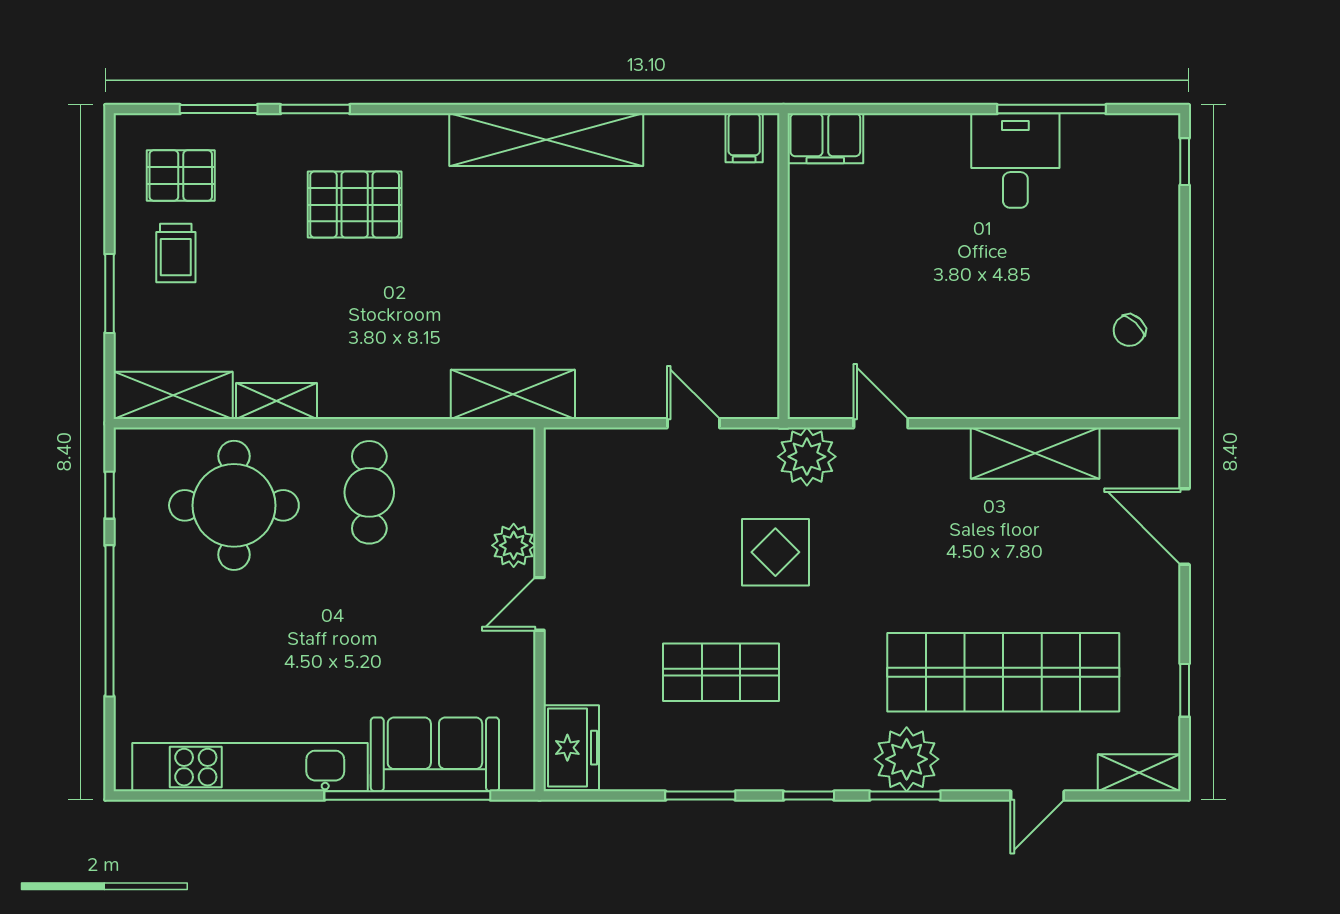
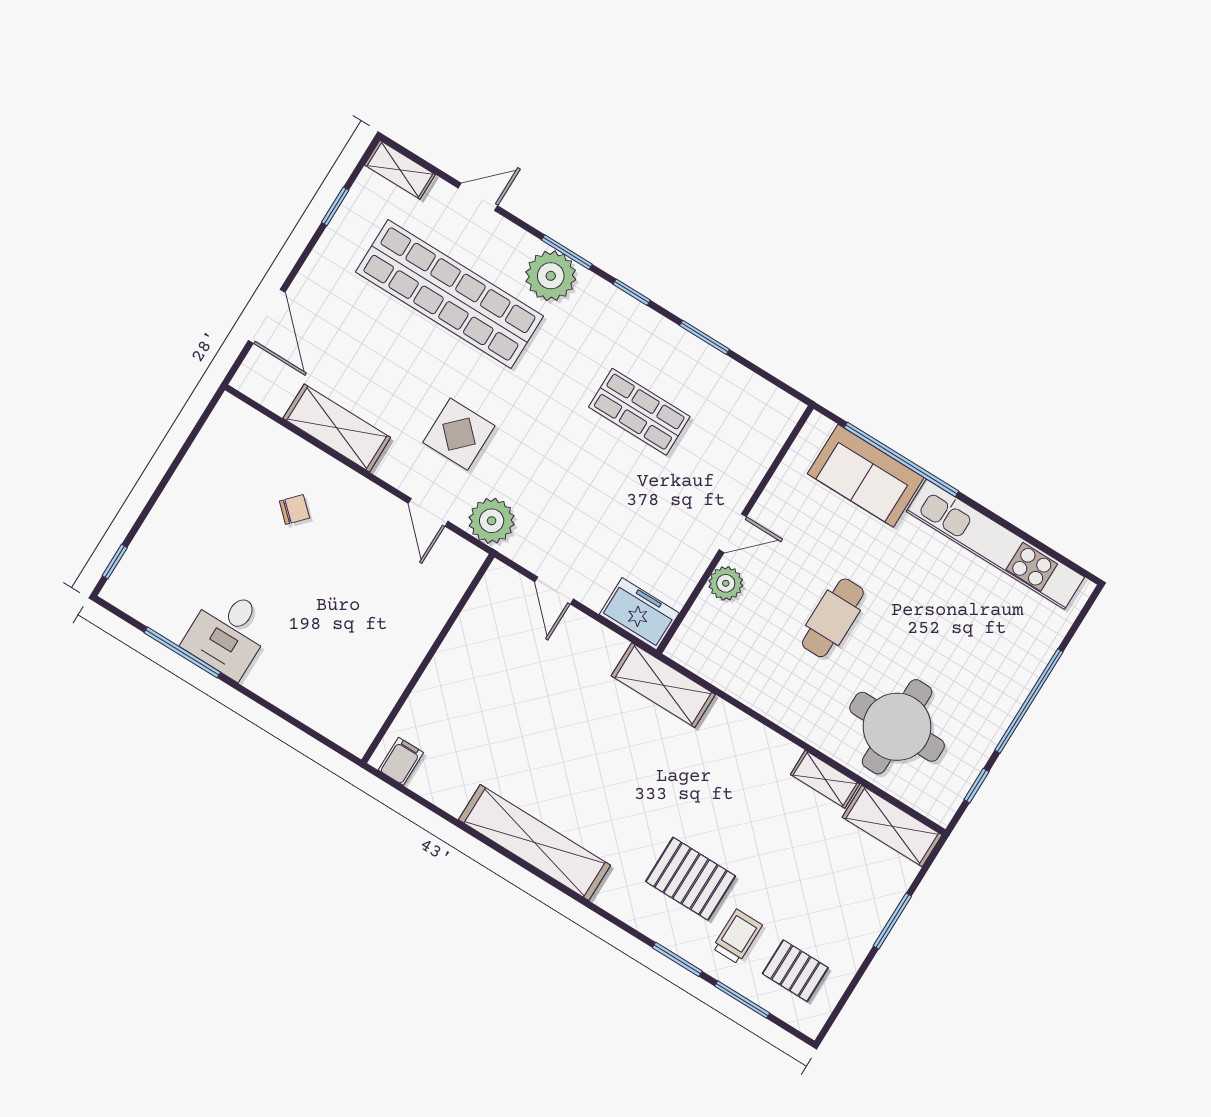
filing cabinet: (825, 138) -> (347, 727), removed
trolley: (176, 253) -> (737, 937), moved
chair: (1129, 330) -> (294, 509), moved
cafe table: (369, 492) -> (833, 618), moved
display table: (775, 552) -> (459, 434), moved
freezer: (571, 748) -> (639, 614), moved, turned 90

